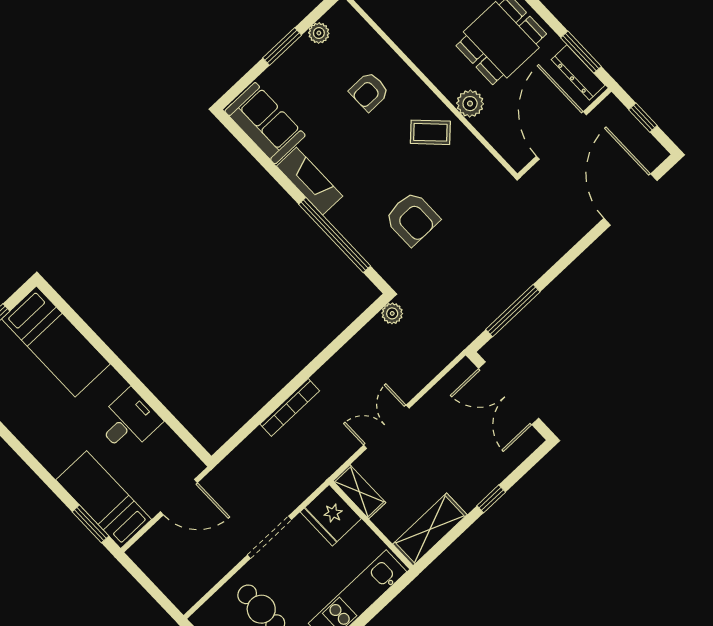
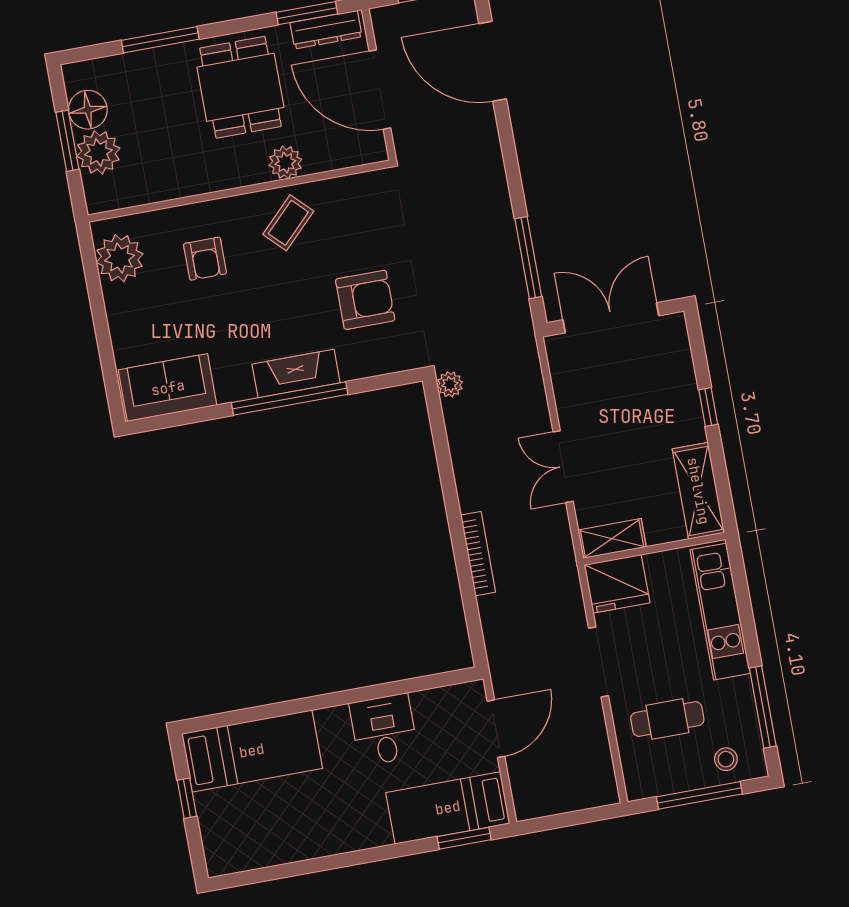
plant: (319, 33) -> (120, 258), width x1.88, depth x1.88
window: (282, 46) -> (100, 318), removed
fireplace: (310, 181) -> (296, 374), moved
window: (335, 235) -> (290, 398), moved
double door: (509, 393) -> (611, 318), swing flipped

